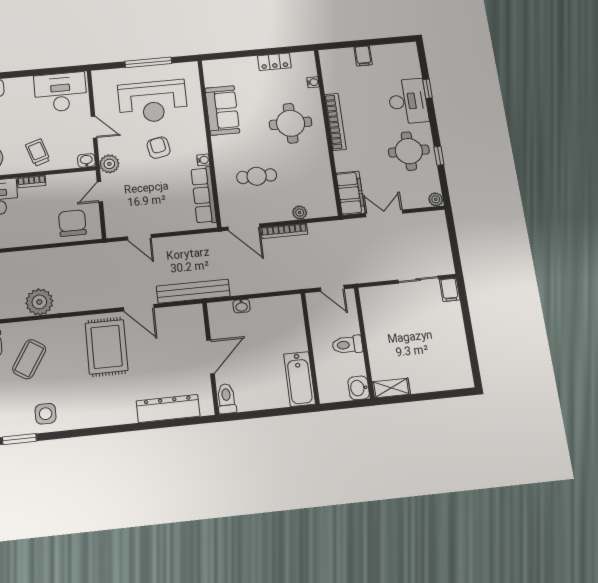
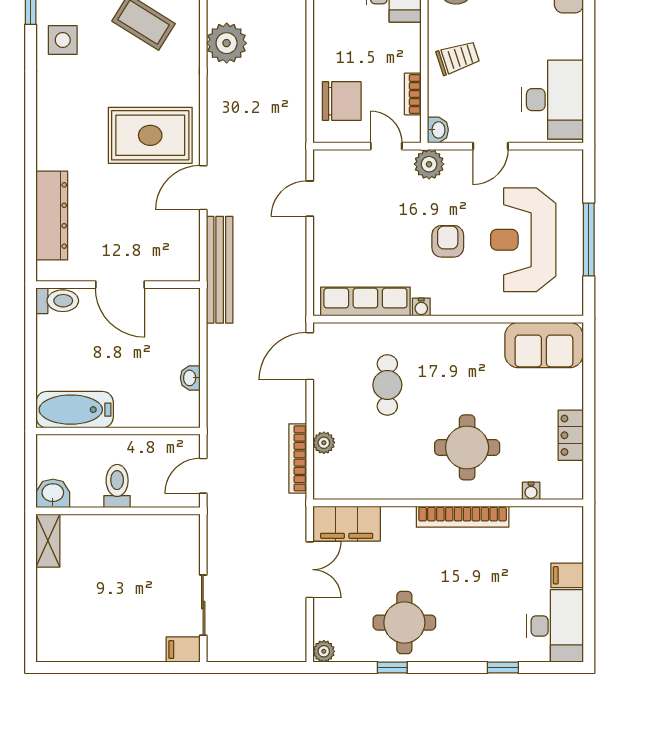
desk: (408, 101) -> (555, 626), moved, turned -90
sofa: (222, 110) -> (544, 345), moved
armchair: (159, 148) -> (448, 241), turned -79
bookcase: (32, 182) -> (413, 94), moved
bookcase: (284, 231) -> (298, 458), moved
washbasin: (242, 306) -> (190, 378), moved

